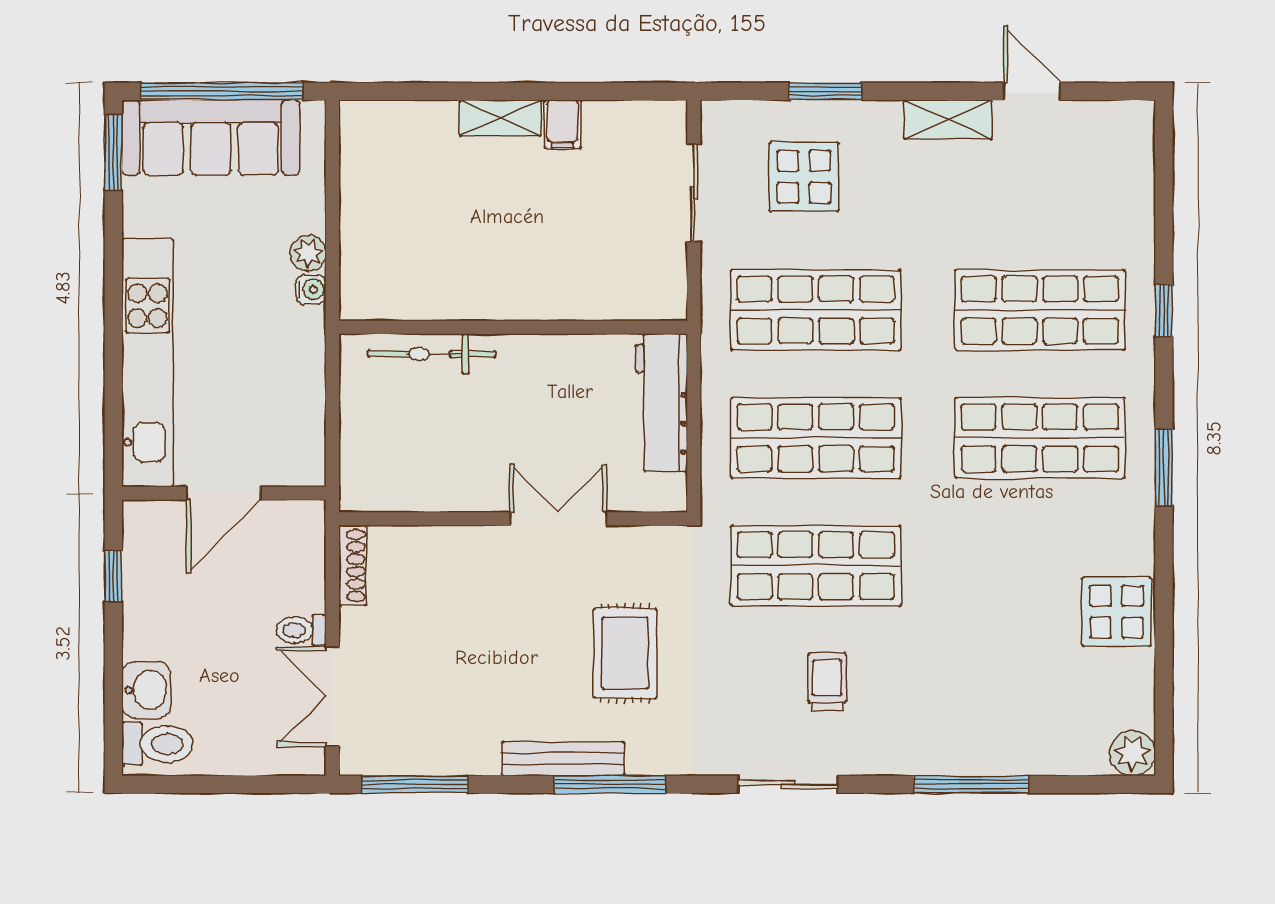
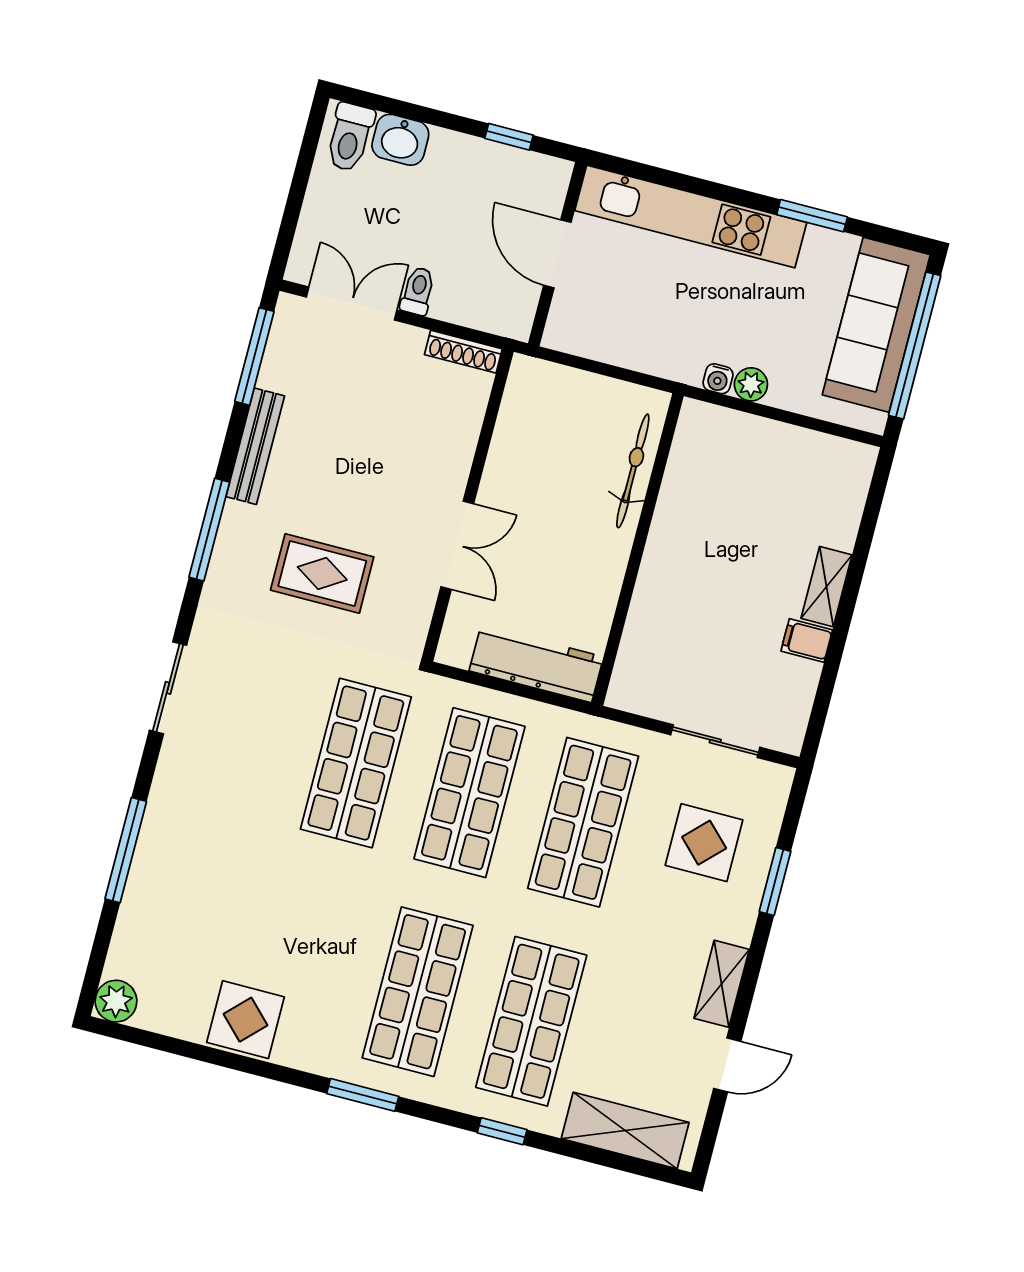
window: (113, 152) -> (812, 216), moved
shelving: (1129, 181) -> (625, 1130), added
trolley: (827, 682) -> (250, 746), removed
bench: (563, 759) -> (255, 446), moved

